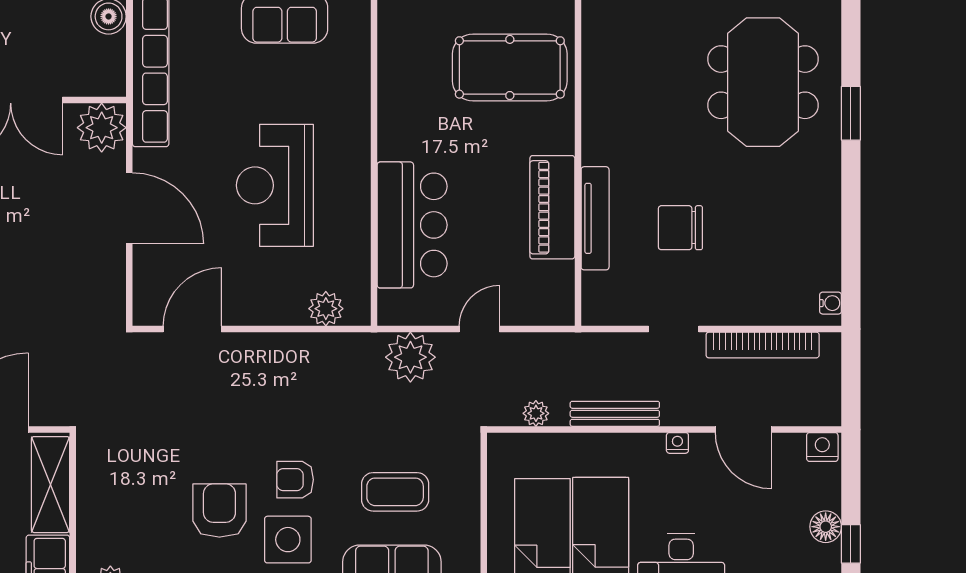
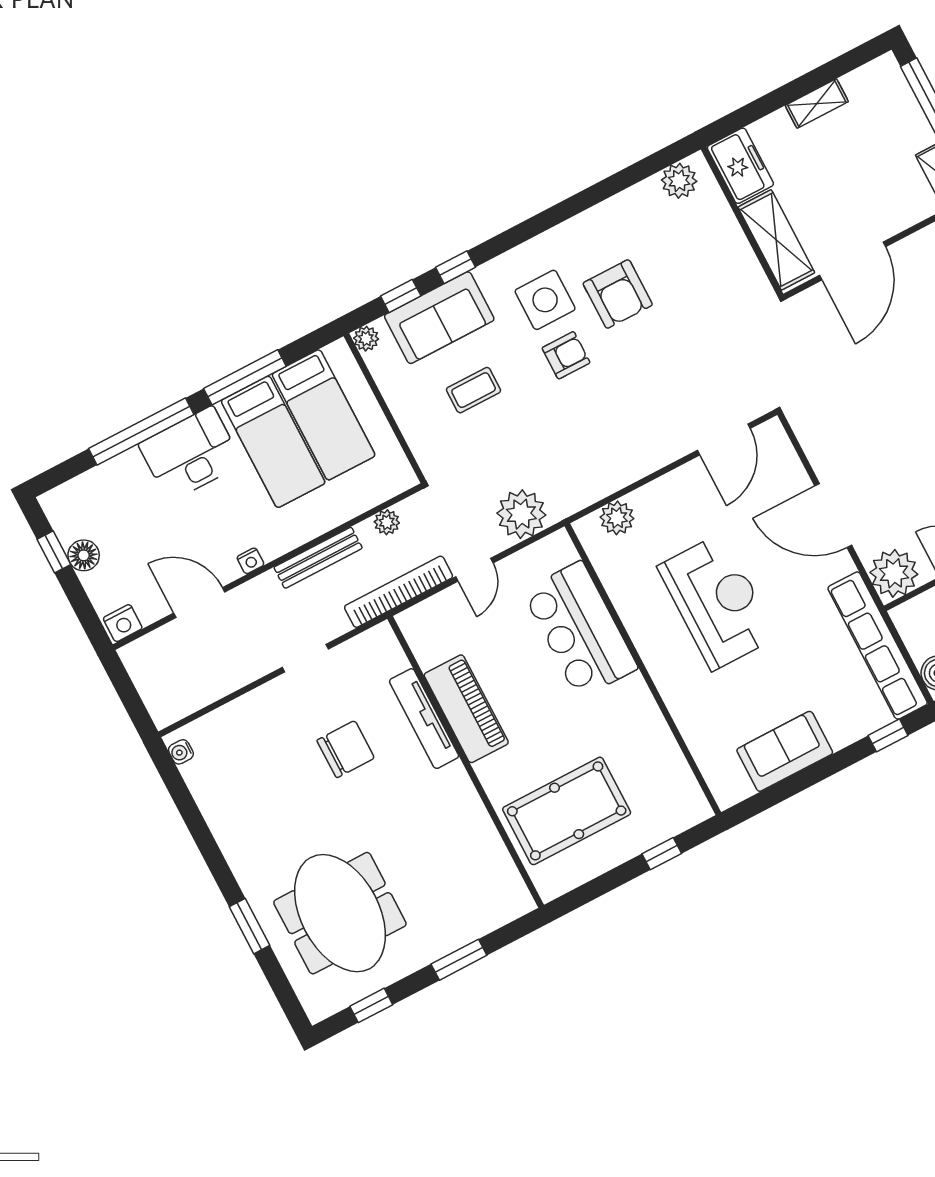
bookcase: (763, 345) -> (399, 592), moved
coffee table: (395, 492) -> (474, 390), width x0.73, depth x0.77

